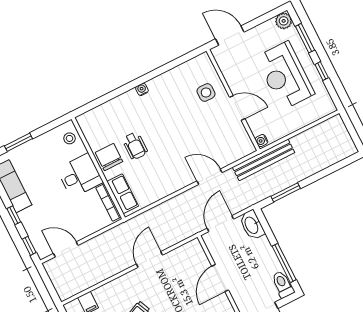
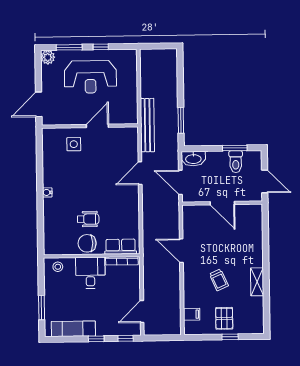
water cooler: (261, 141) -> (132, 119), removed
window: (284, 263) -> (235, 148), width x0.69
toilet: (283, 284) -> (236, 162), moved, turned -90

